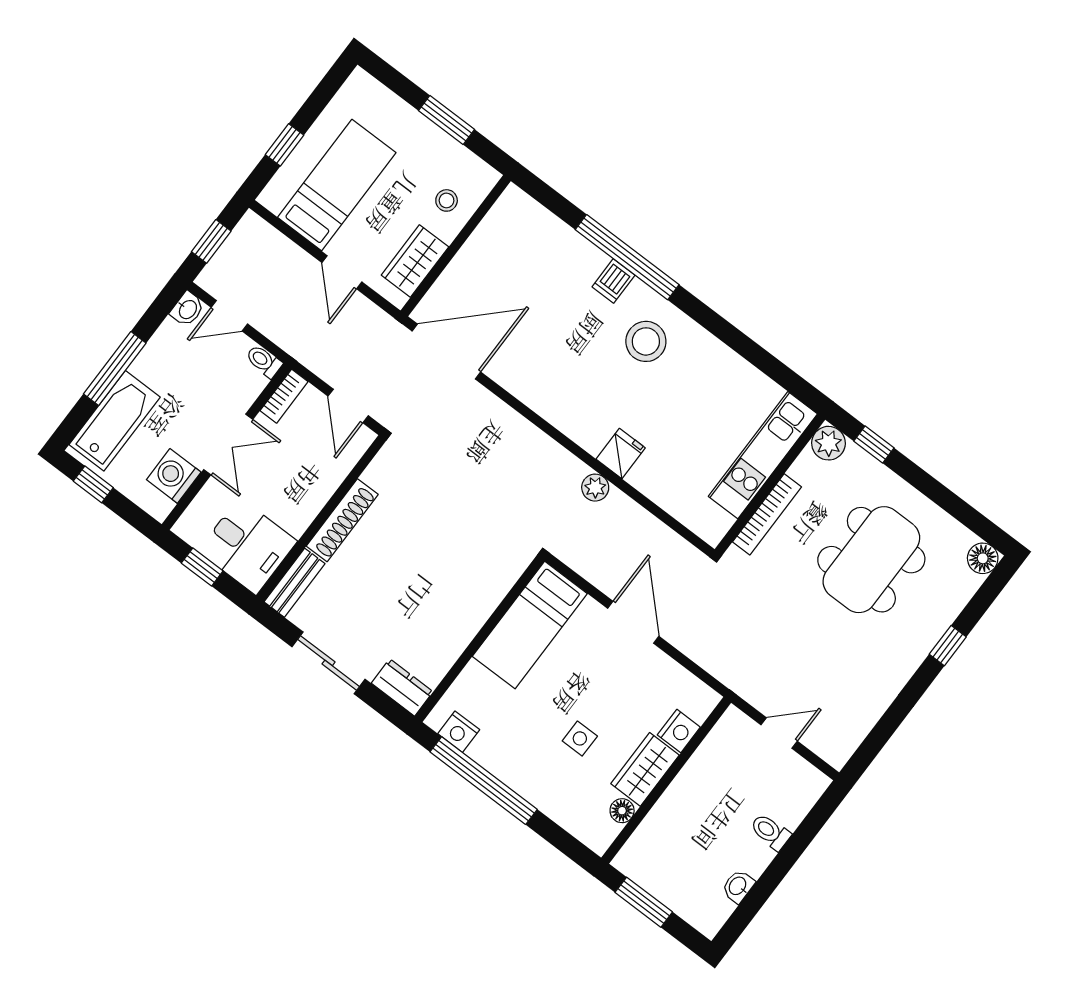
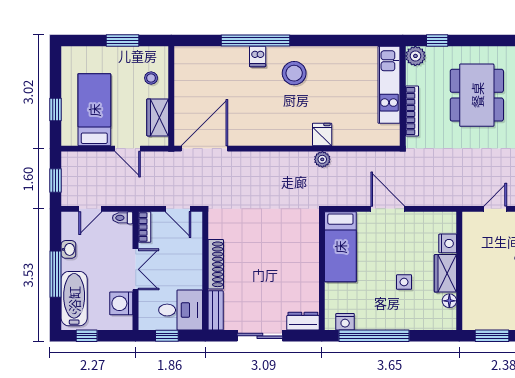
washbasin: (187, 309) -> (68, 249), moved

